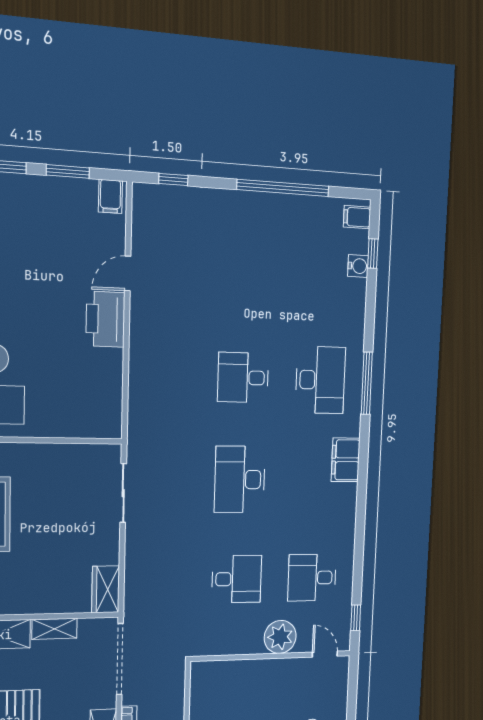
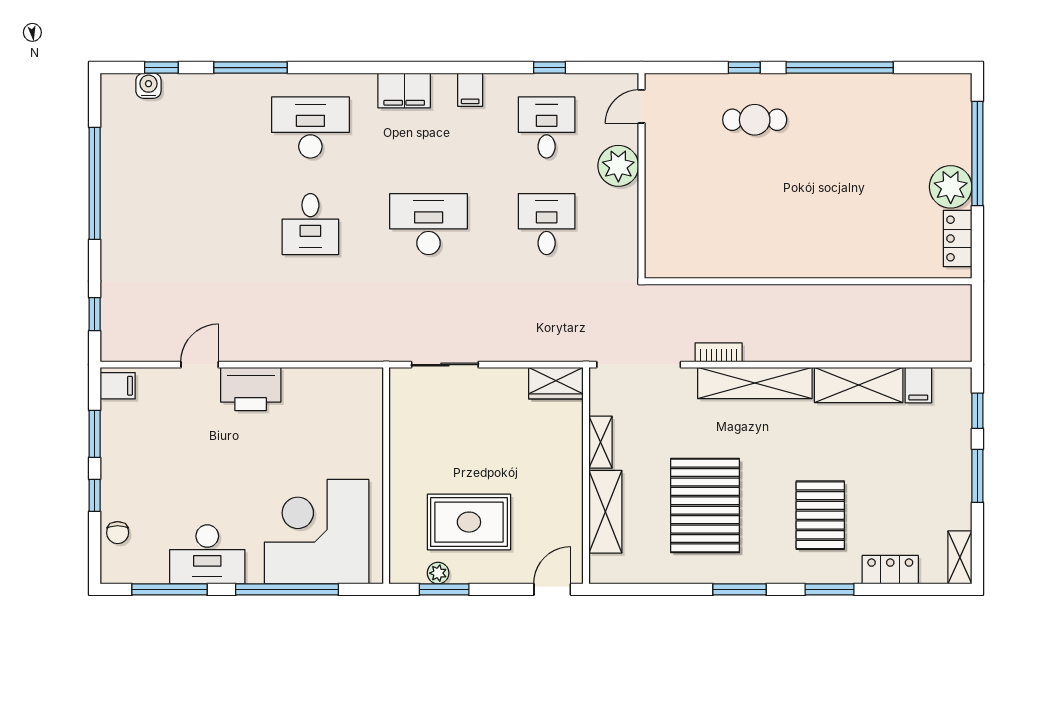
filing cabinet: (357, 217) -> (470, 90), moved
water cooler: (358, 266) -> (148, 86), moved
door: (128, 274) -> (200, 365), swing flipped
window: (367, 383) -> (250, 68), moved
desk: (240, 479) -> (429, 224), turned 180
desk: (312, 578) -> (547, 128), turned 180
window: (356, 618) -> (549, 68), moved

